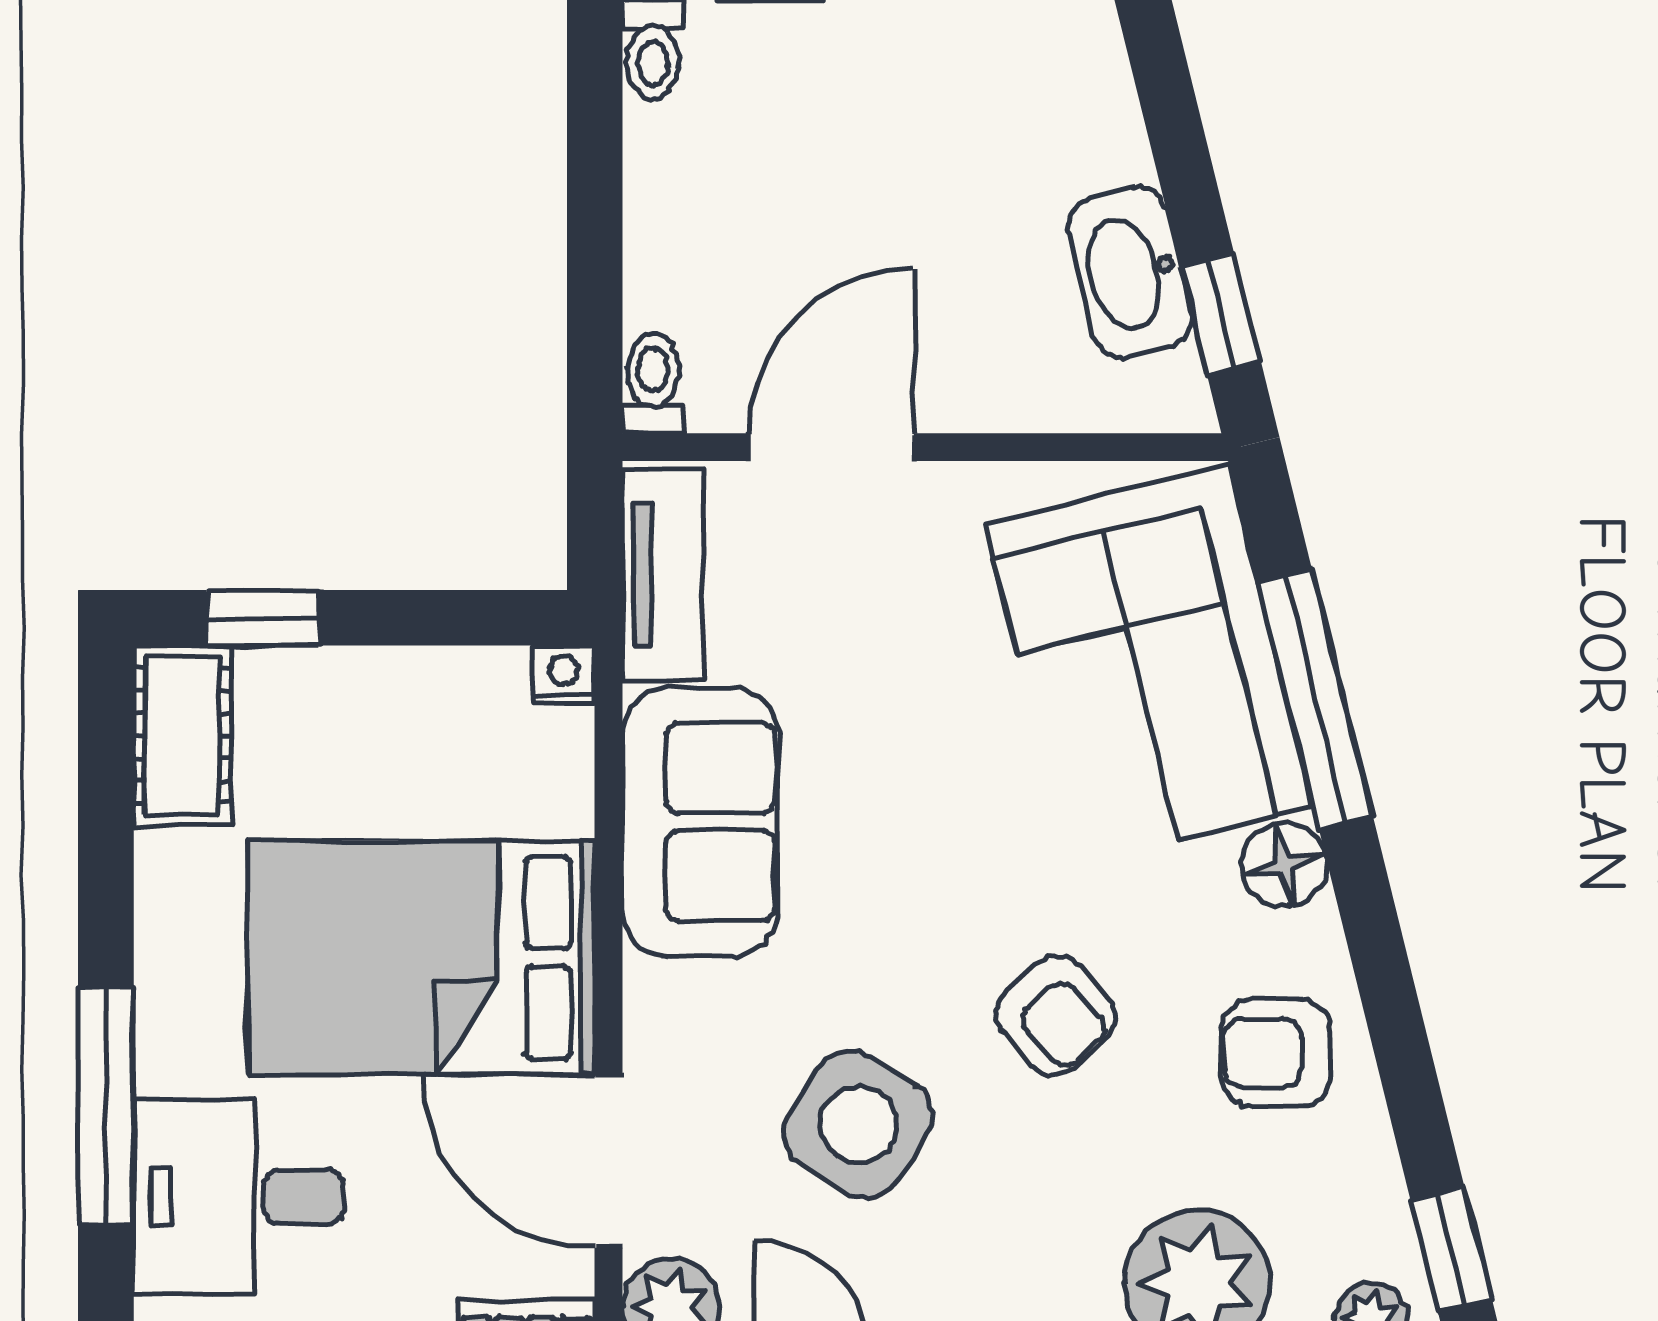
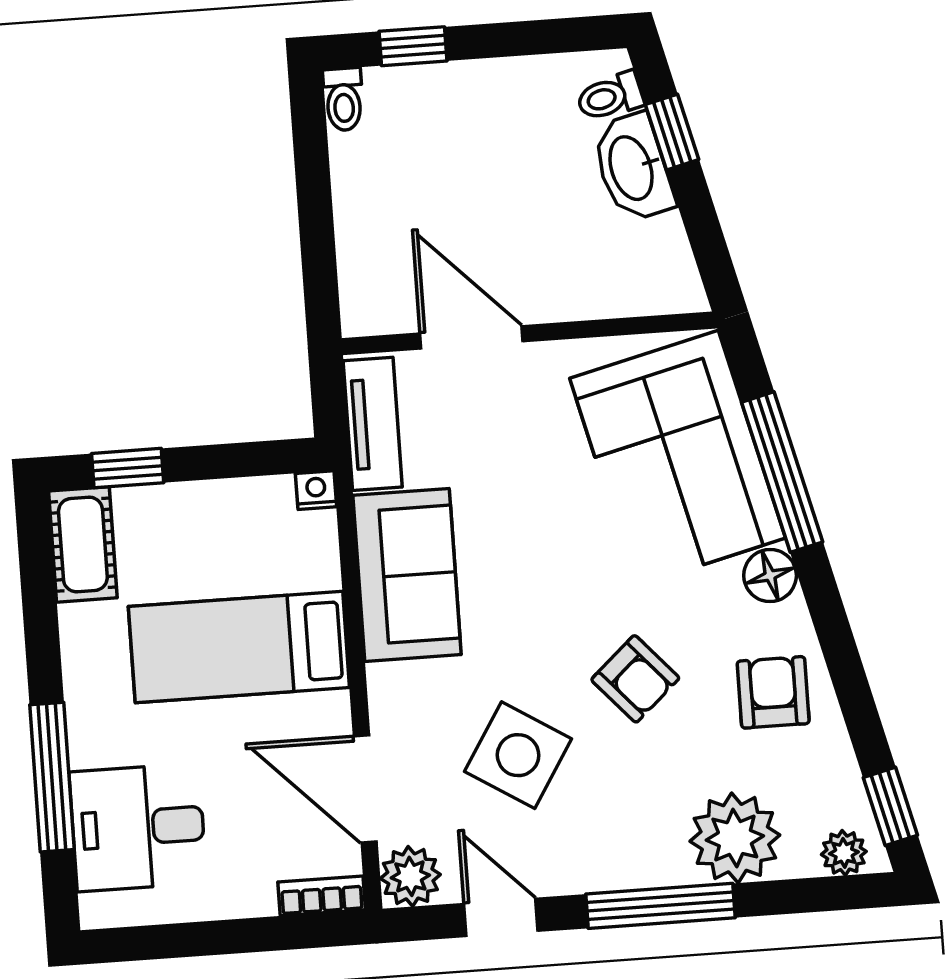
washbasin: (1130, 273) -> (633, 167), moved
window: (1220, 313) -> (672, 132), moved
toilet: (653, 383) -> (610, 97), moved, turned -104
door: (831, 447) -> (471, 337), hinge flipped
bed: (422, 957) -> (239, 647), width x0.67
armchair: (1276, 1053) -> (773, 692), turned 90

